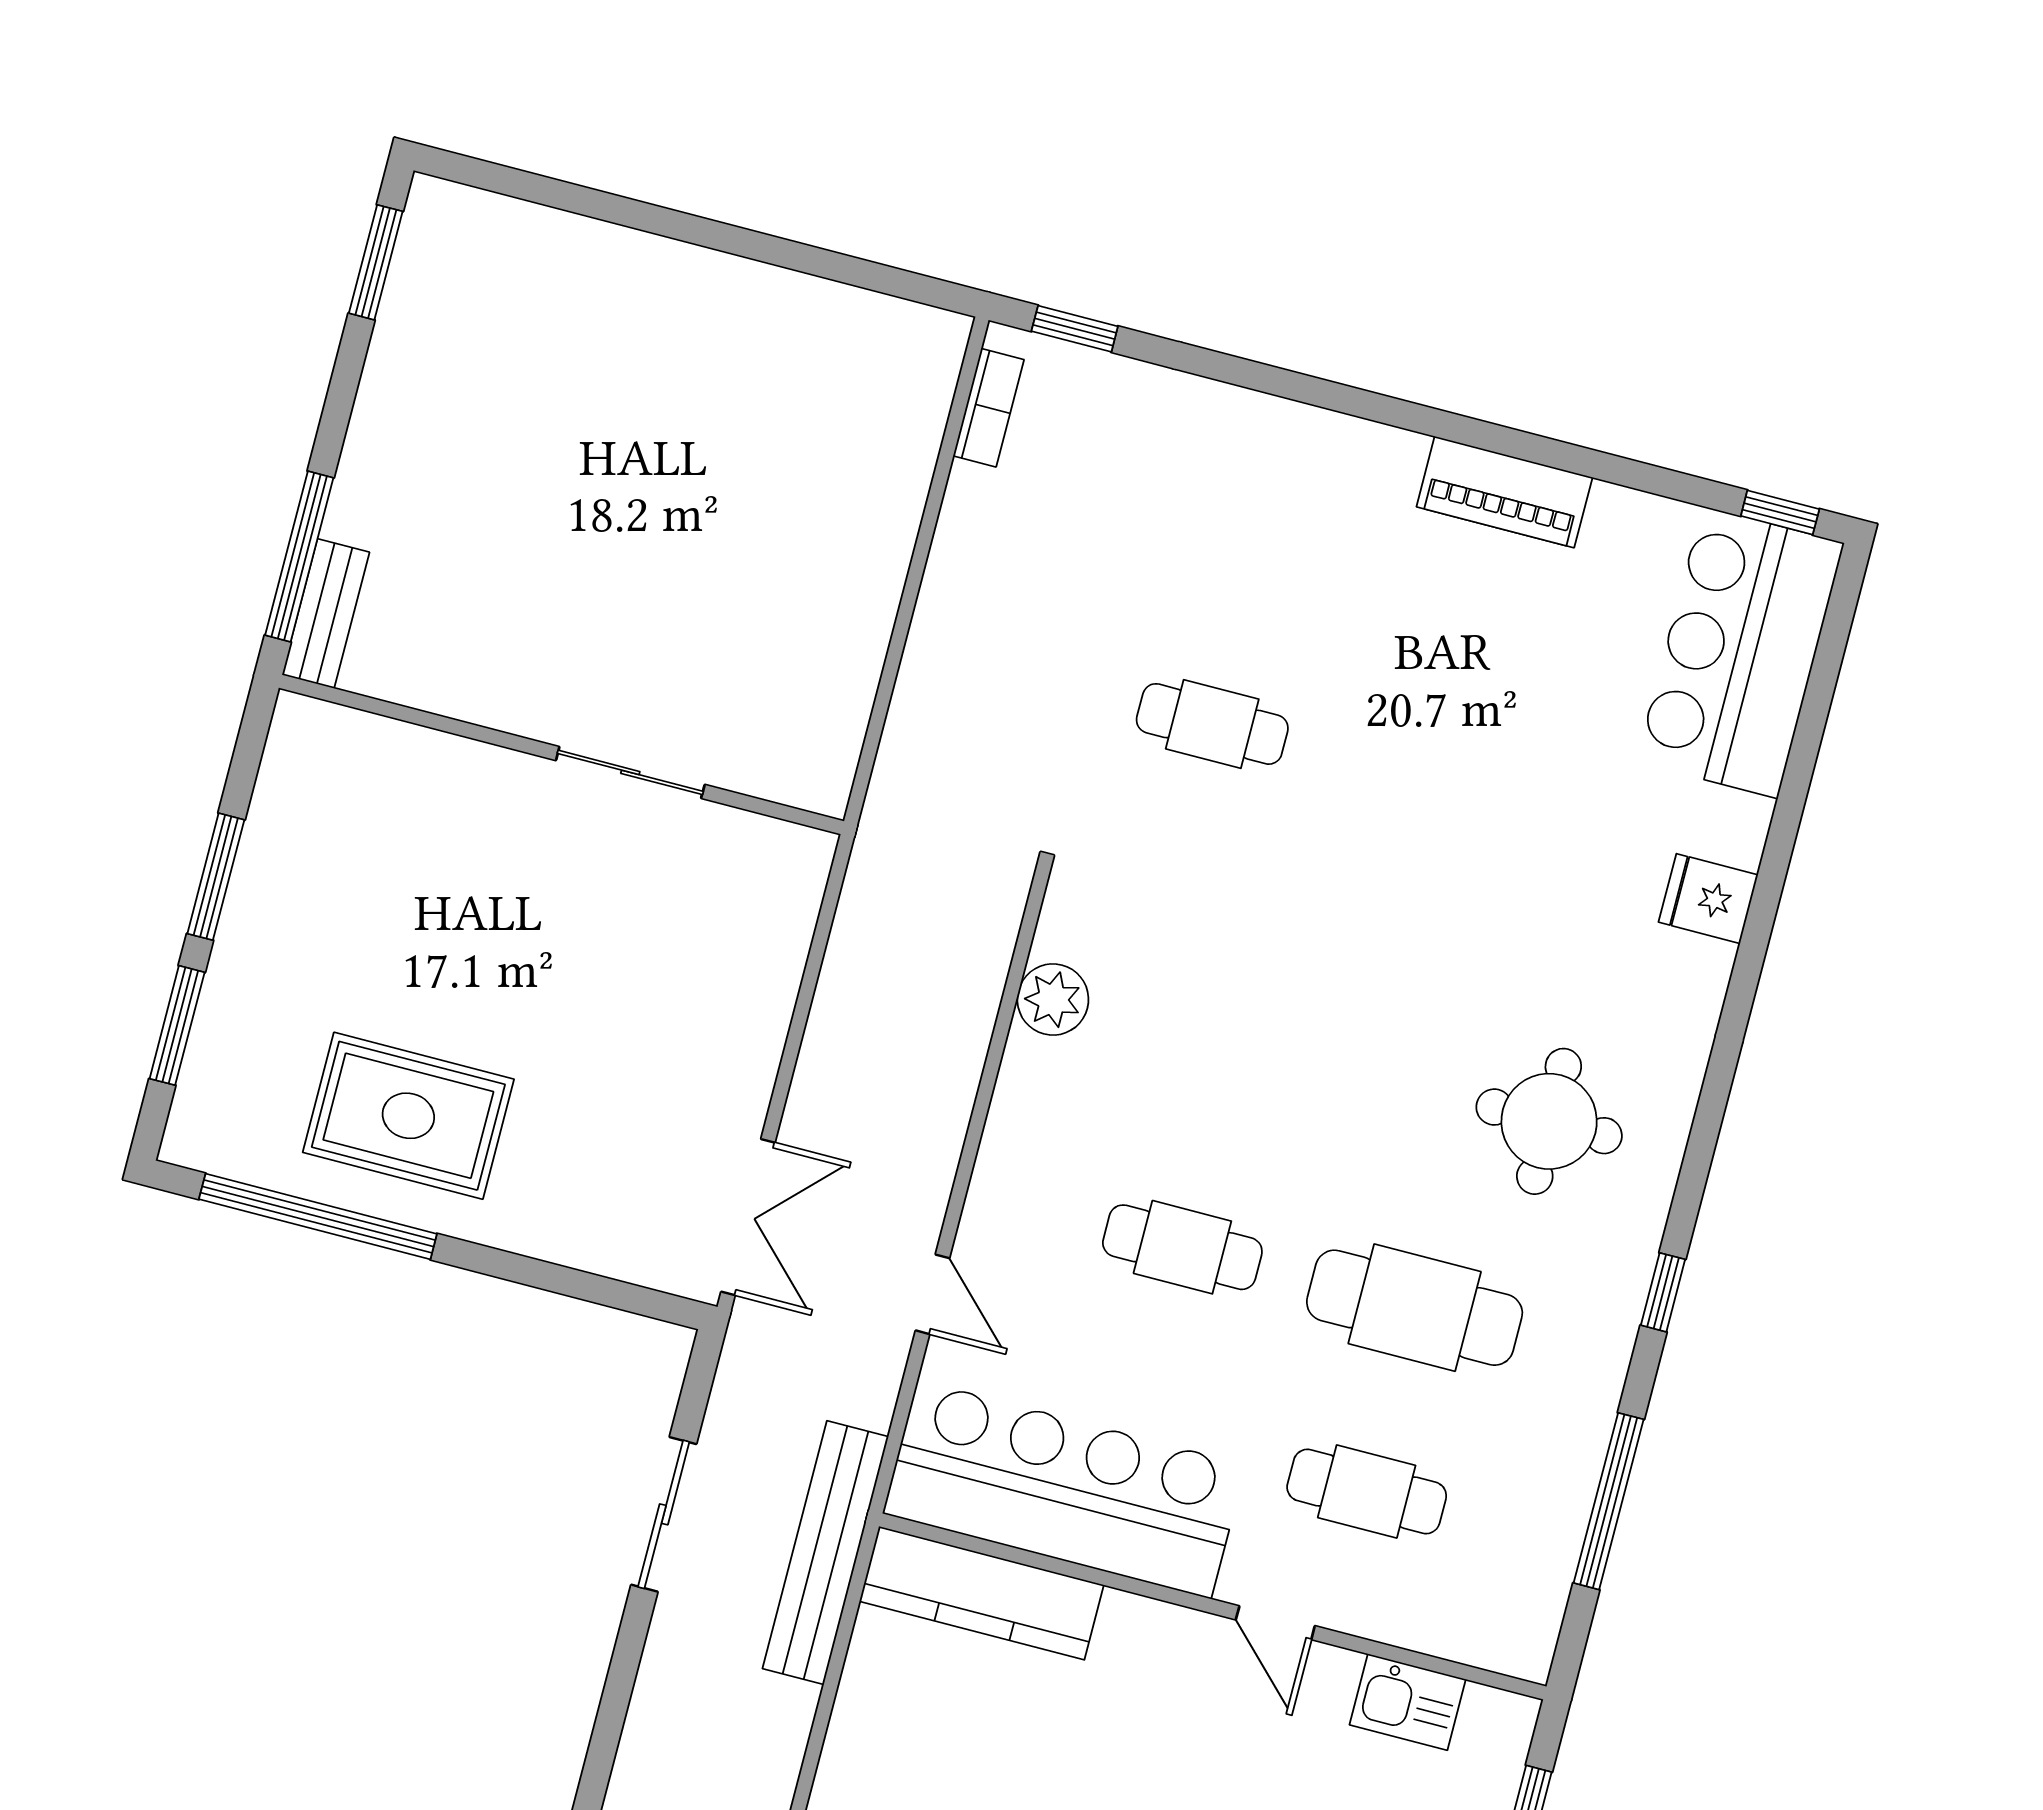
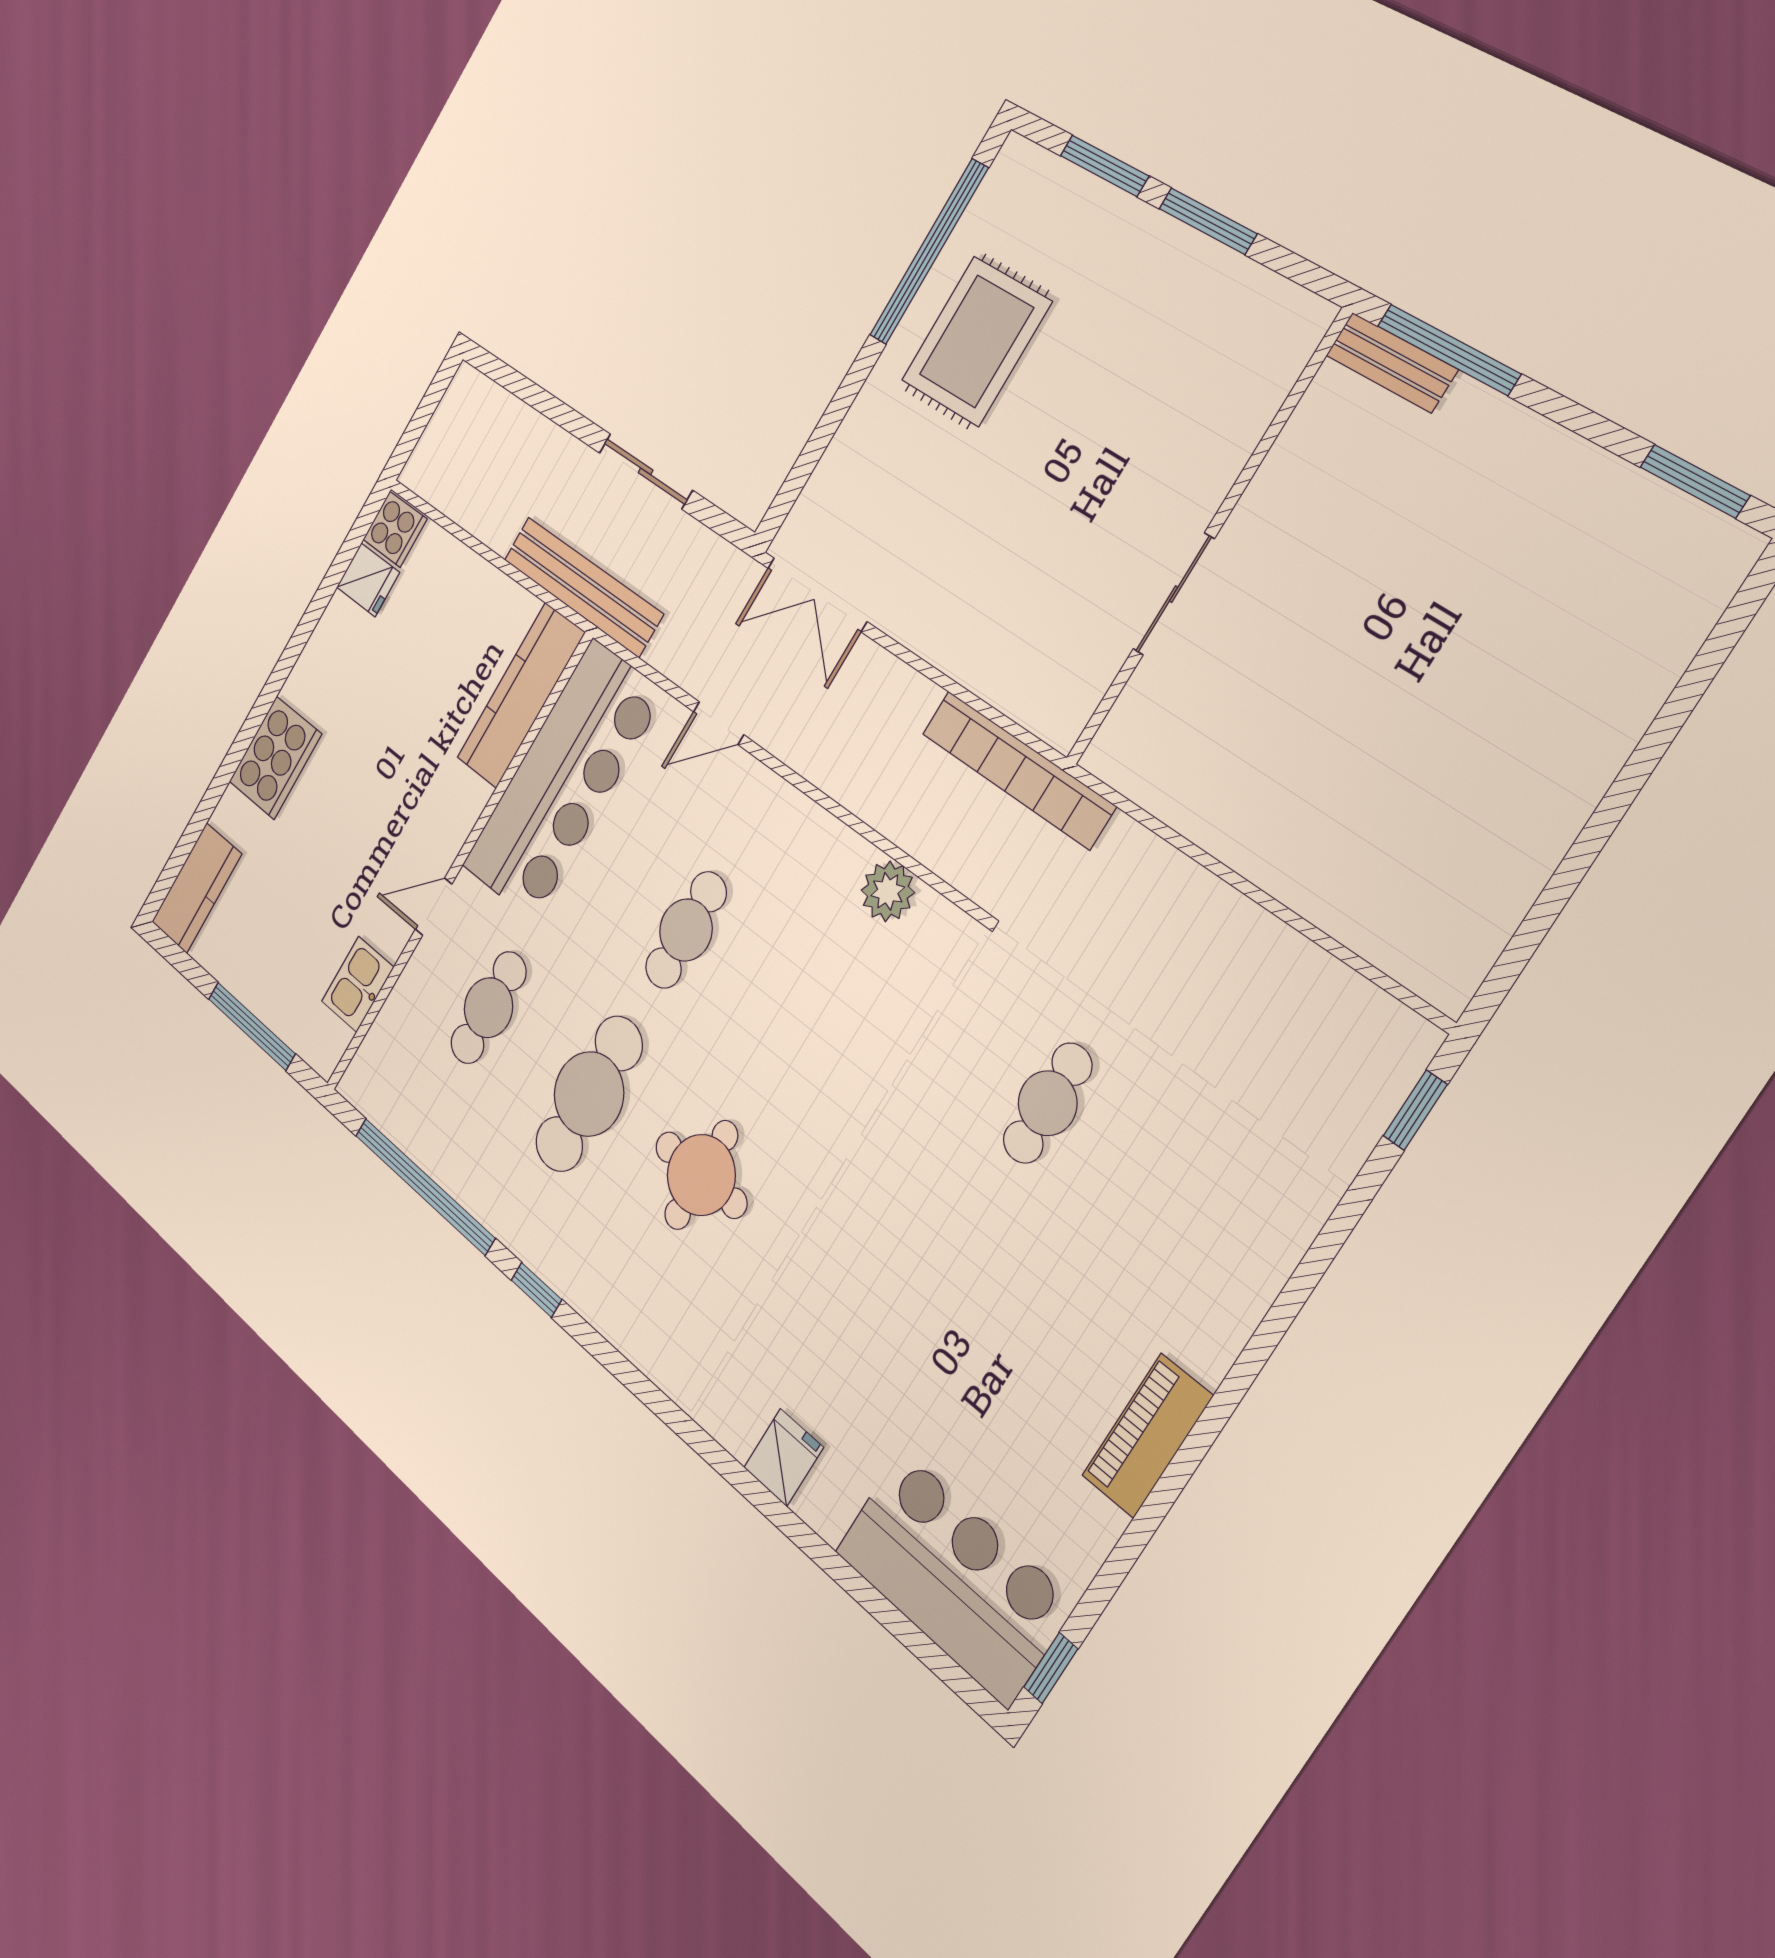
bookcase: (989, 408) -> (1018, 770), moved, width x2.31, depth x1.31
round table: (1549, 1121) -> (701, 1175), moved
window: (1609, 1501) -> (424, 1186), width x1.46

